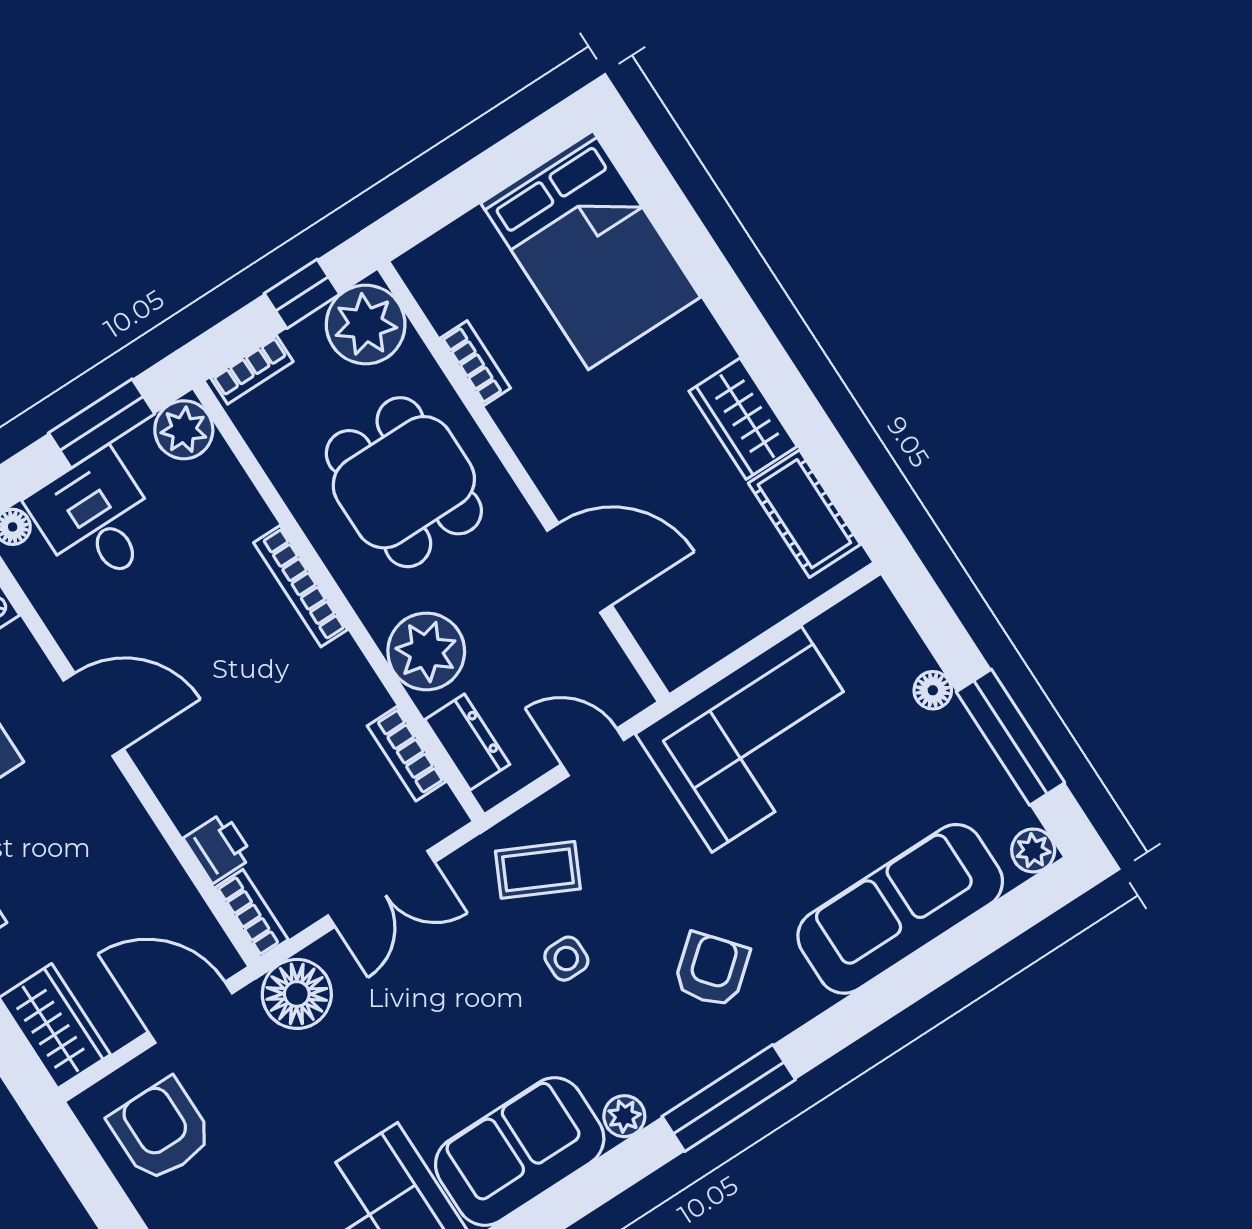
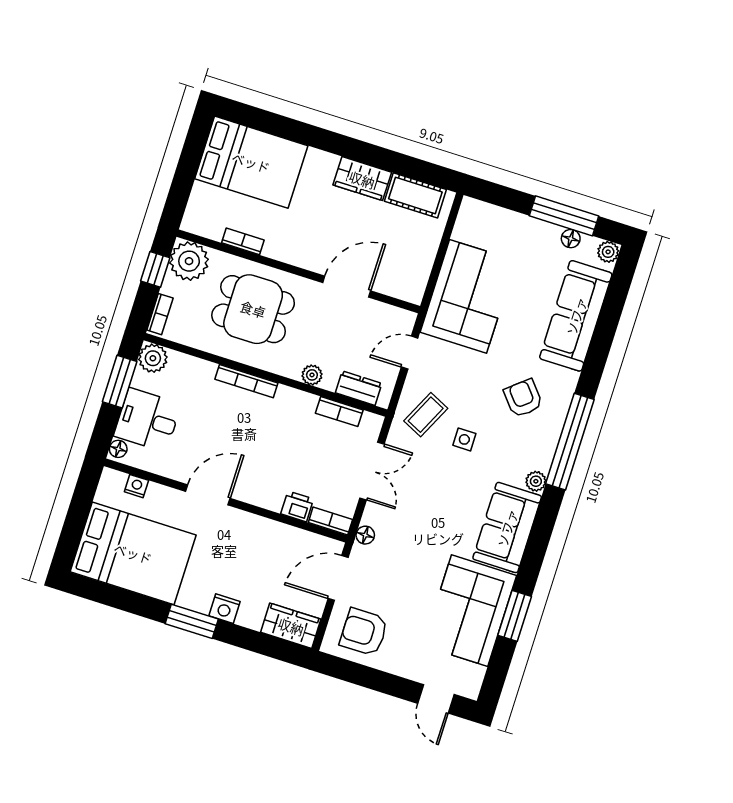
plant: (426, 651) -> (312, 375), width x0.53, depth x0.53
floor lamp: (933, 690) -> (571, 239), moved
floor lamp: (297, 994) -> (365, 535), width x0.53, depth x0.53
window: (729, 1098) -> (570, 442), width x1.46

